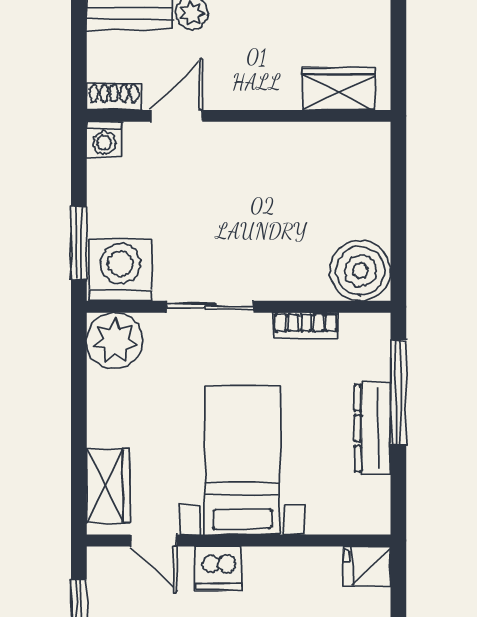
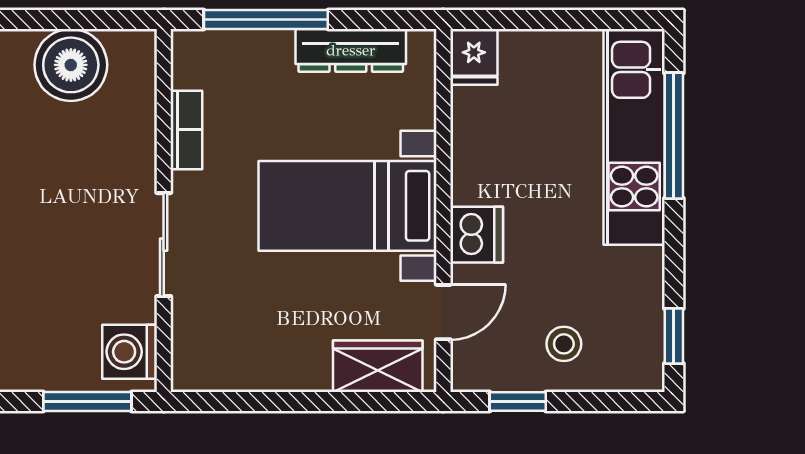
washing machine: (121, 270) -> (130, 352), width x0.73, depth x0.73
boiler: (360, 271) -> (71, 65), moved
plant: (115, 341) -> (205, 358), removed
dresser: (373, 428) -> (351, 50), moved

